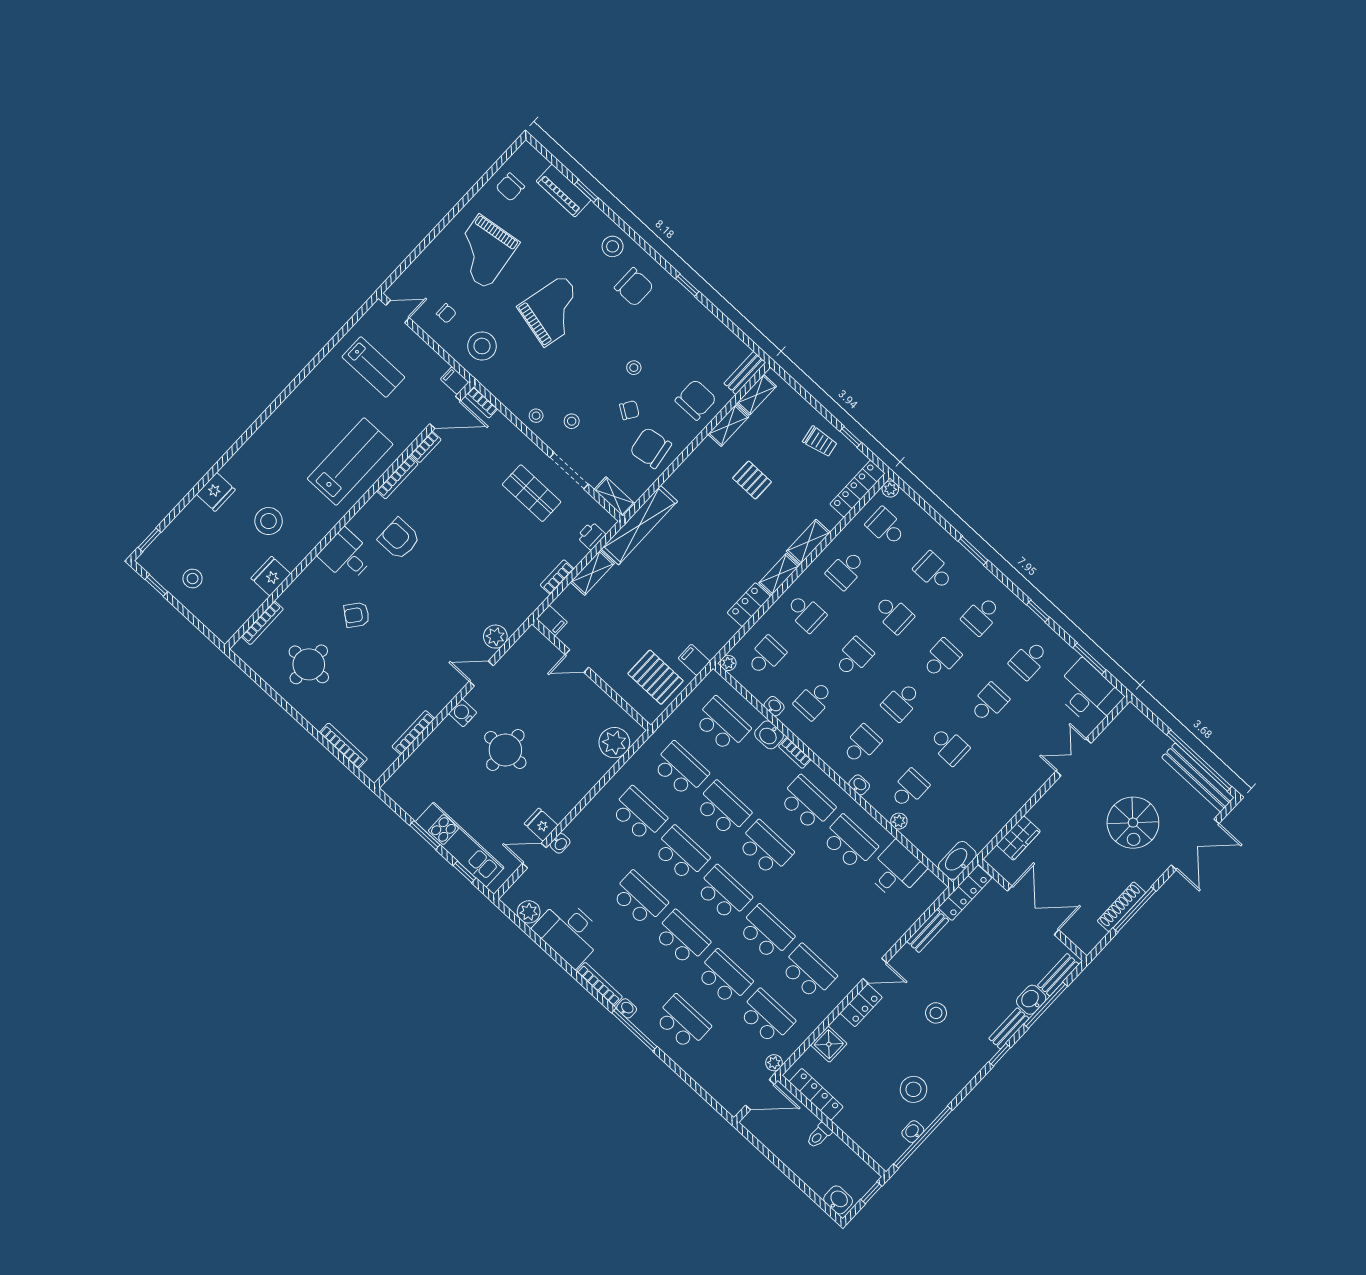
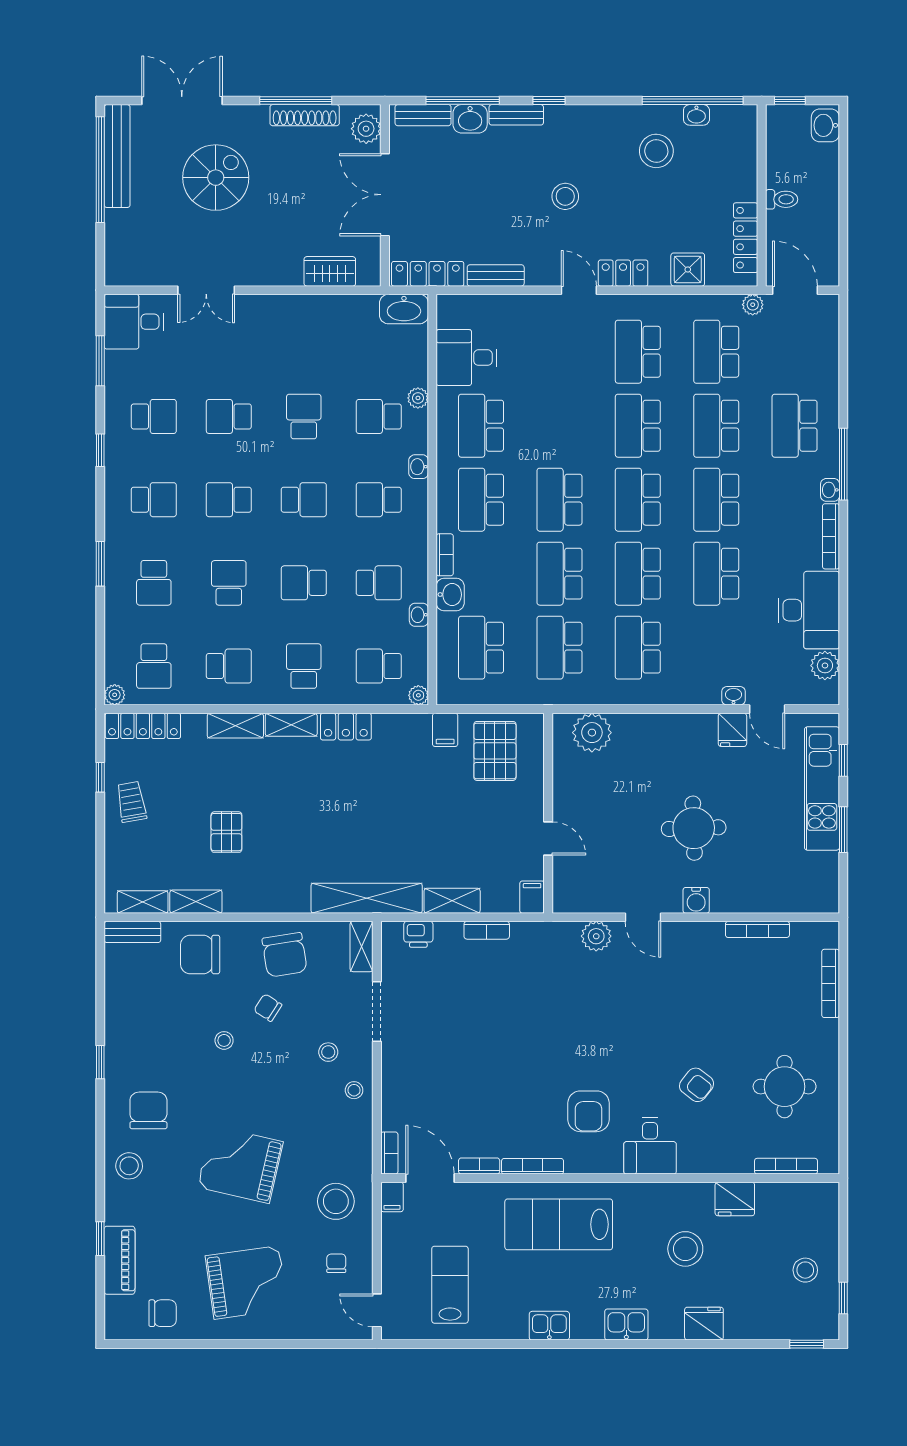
kitchen sink: (297, 402) -> (549, 1326), added
kitchen sink: (257, 447) -> (626, 1325), added
shop shelf: (532, 493) -> (430, 1027), removed
desk: (1088, 693) -> (134, 322), width x0.73
plant: (1081, 935) -> (366, 129), added

